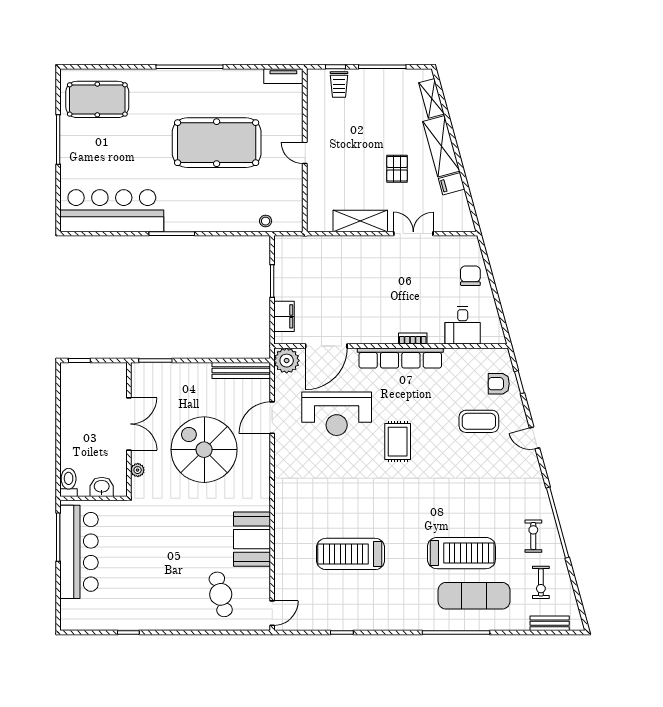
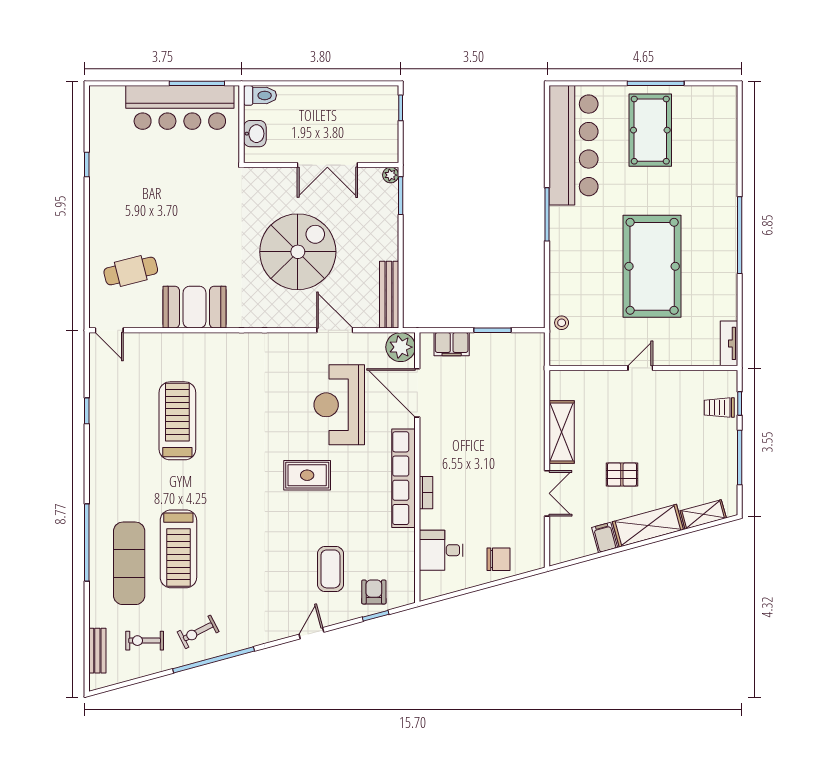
pool table: (97, 99) -> (650, 130), moved
plant: (138, 470) -> (391, 175), moved
exercise bike: (533, 536) -> (198, 632), turned 153

